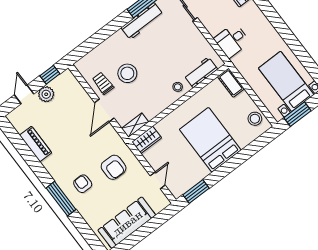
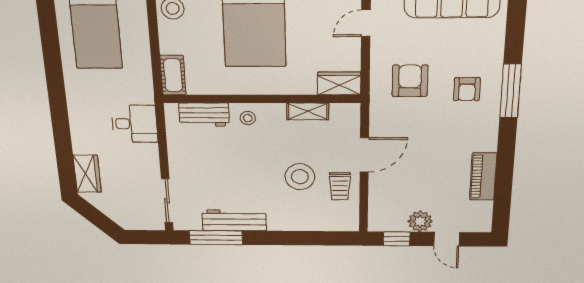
door: (24, 94) -> (447, 239), hinge flipped
shelving: (135, 125) -> (308, 111), moved

